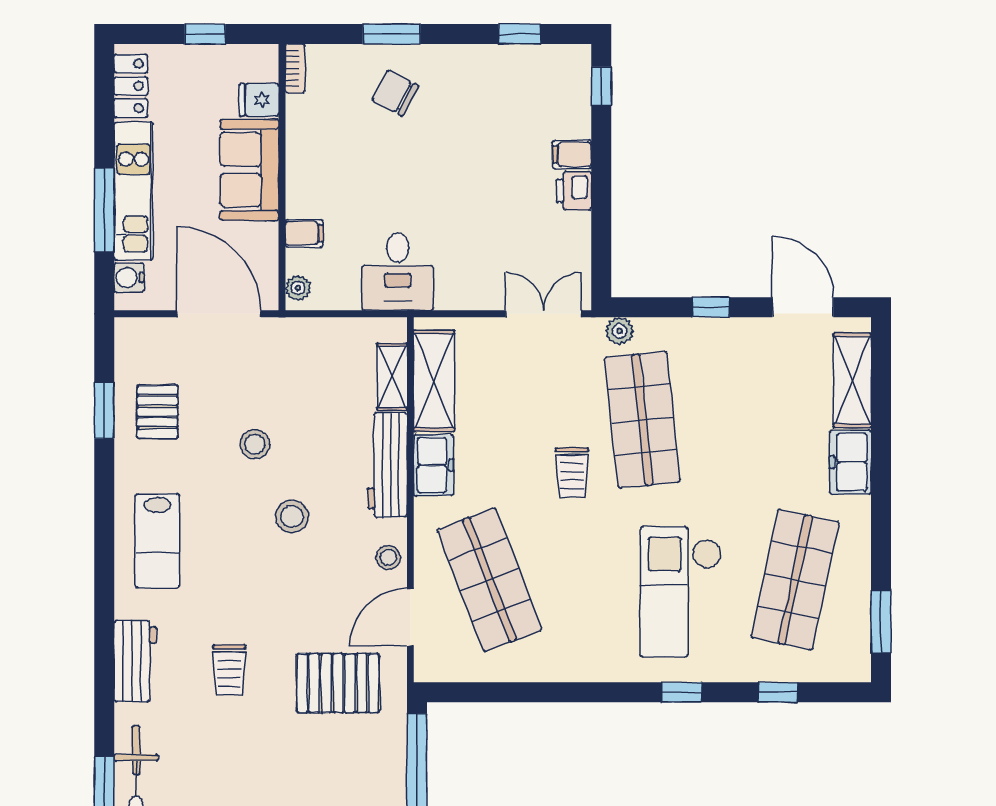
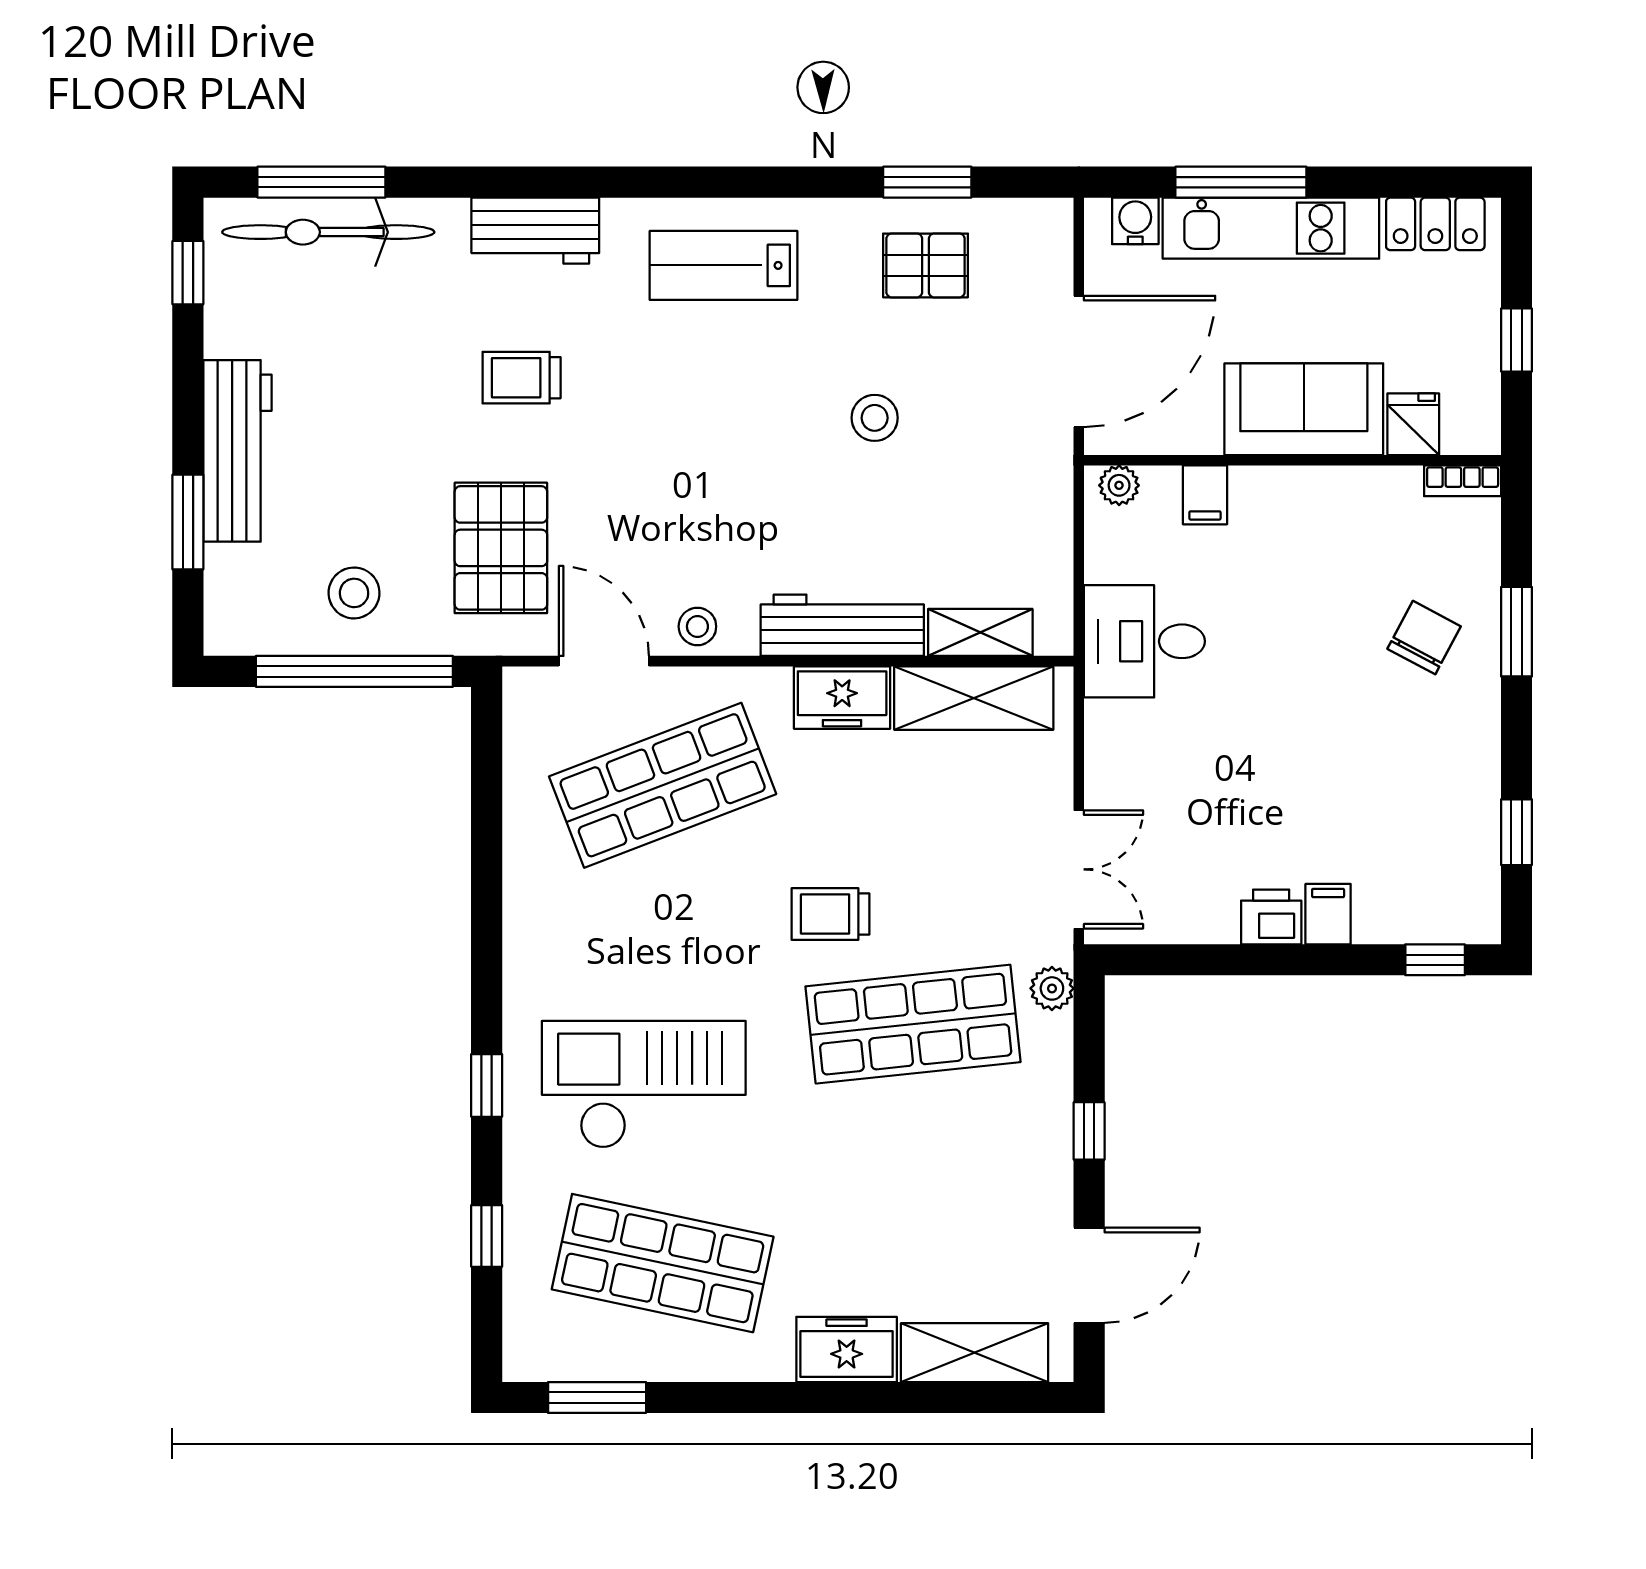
stool: (292, 516) -> (354, 593), moved

